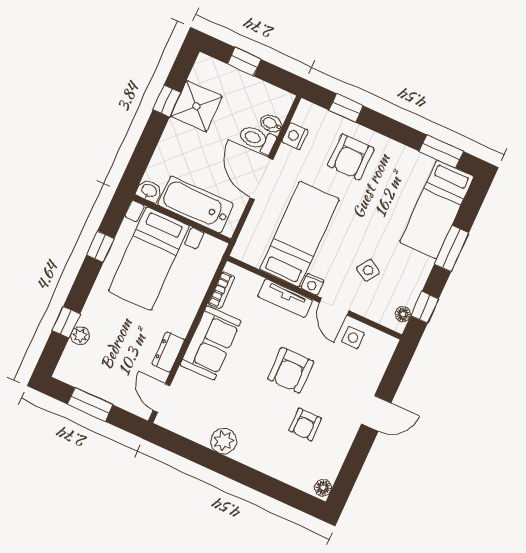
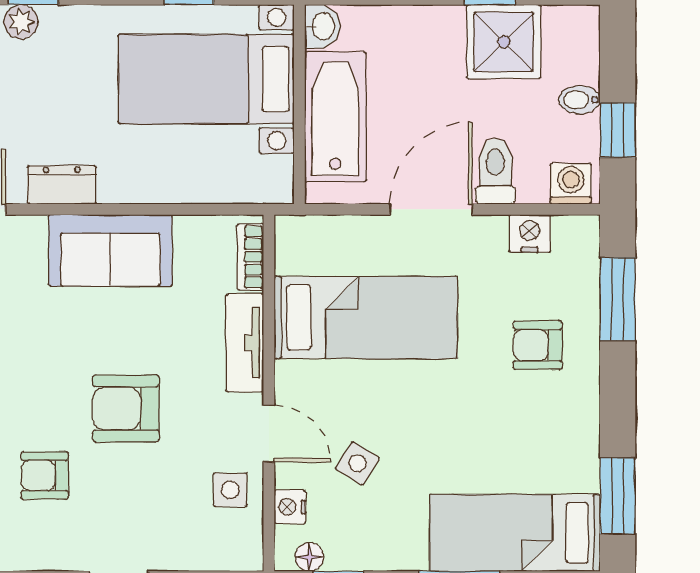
window: (244, 62) -> (618, 130), moved
washing machine: (280, 105) -> (571, 184), added
window: (346, 108) -> (618, 299), width x1.50
bidet: (271, 124) -> (579, 100), moved, turned -90
armchair: (351, 157) -> (538, 345), width x0.72, depth x0.72
nightstand: (312, 284) -> (290, 507), moved
bookcase: (221, 290) -> (250, 257), moved, turned 90
door: (334, 307) -> (269, 434), swing flipped

